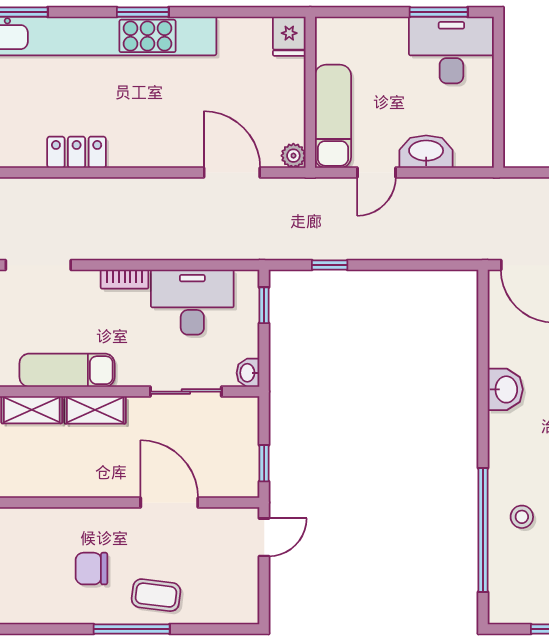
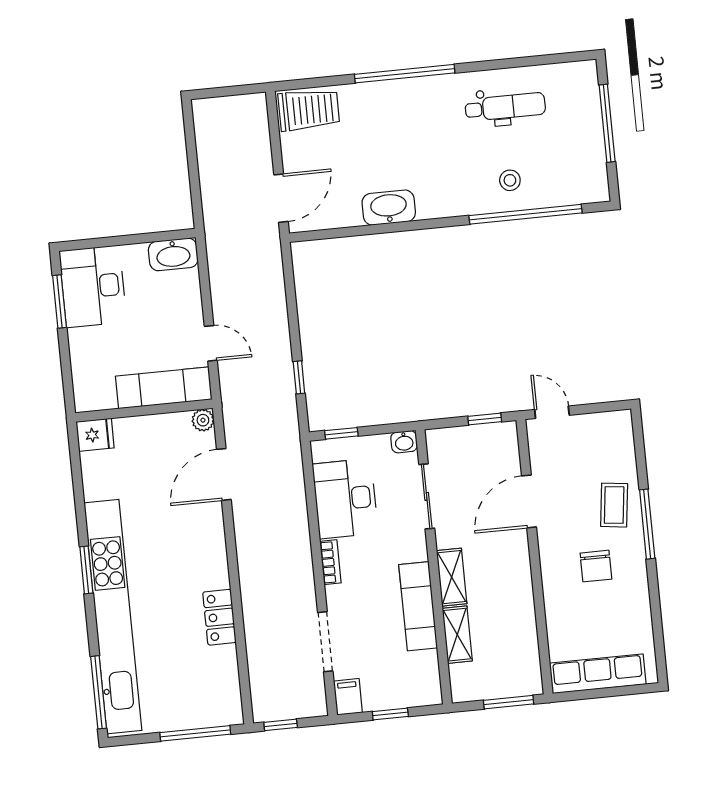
washbasin: (426, 152) -> (173, 254), moved, turned -90
washbasin: (505, 389) -> (389, 208), width x1.38

